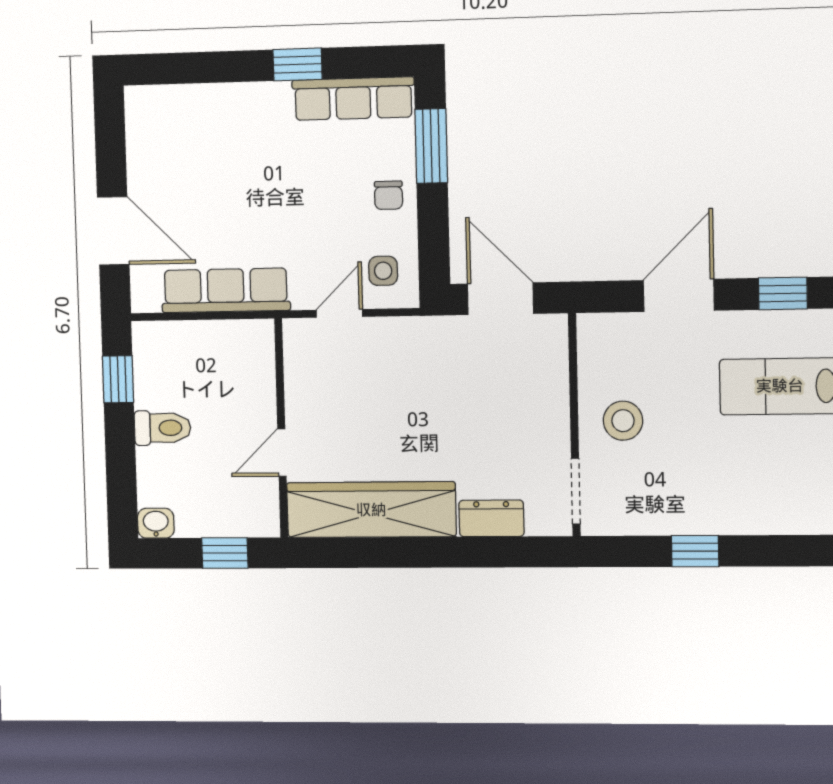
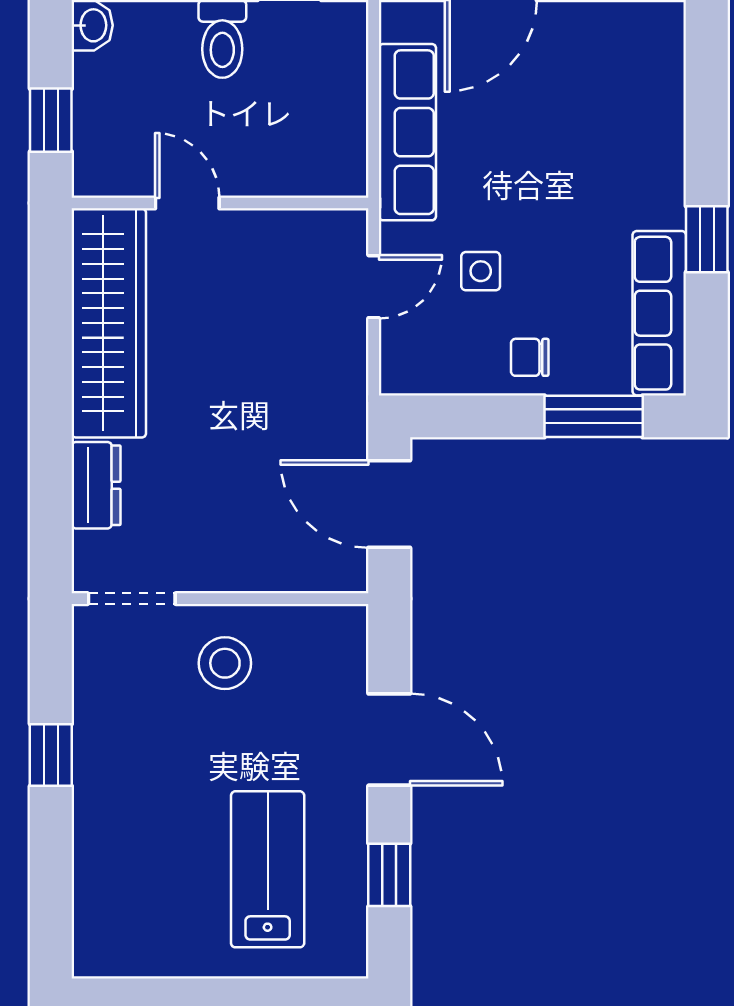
side table: (383, 271) -> (481, 271), moved
door: (500, 299) -> (389, 504), swing flipped
door: (339, 313) -> (374, 287), hinge flipped

